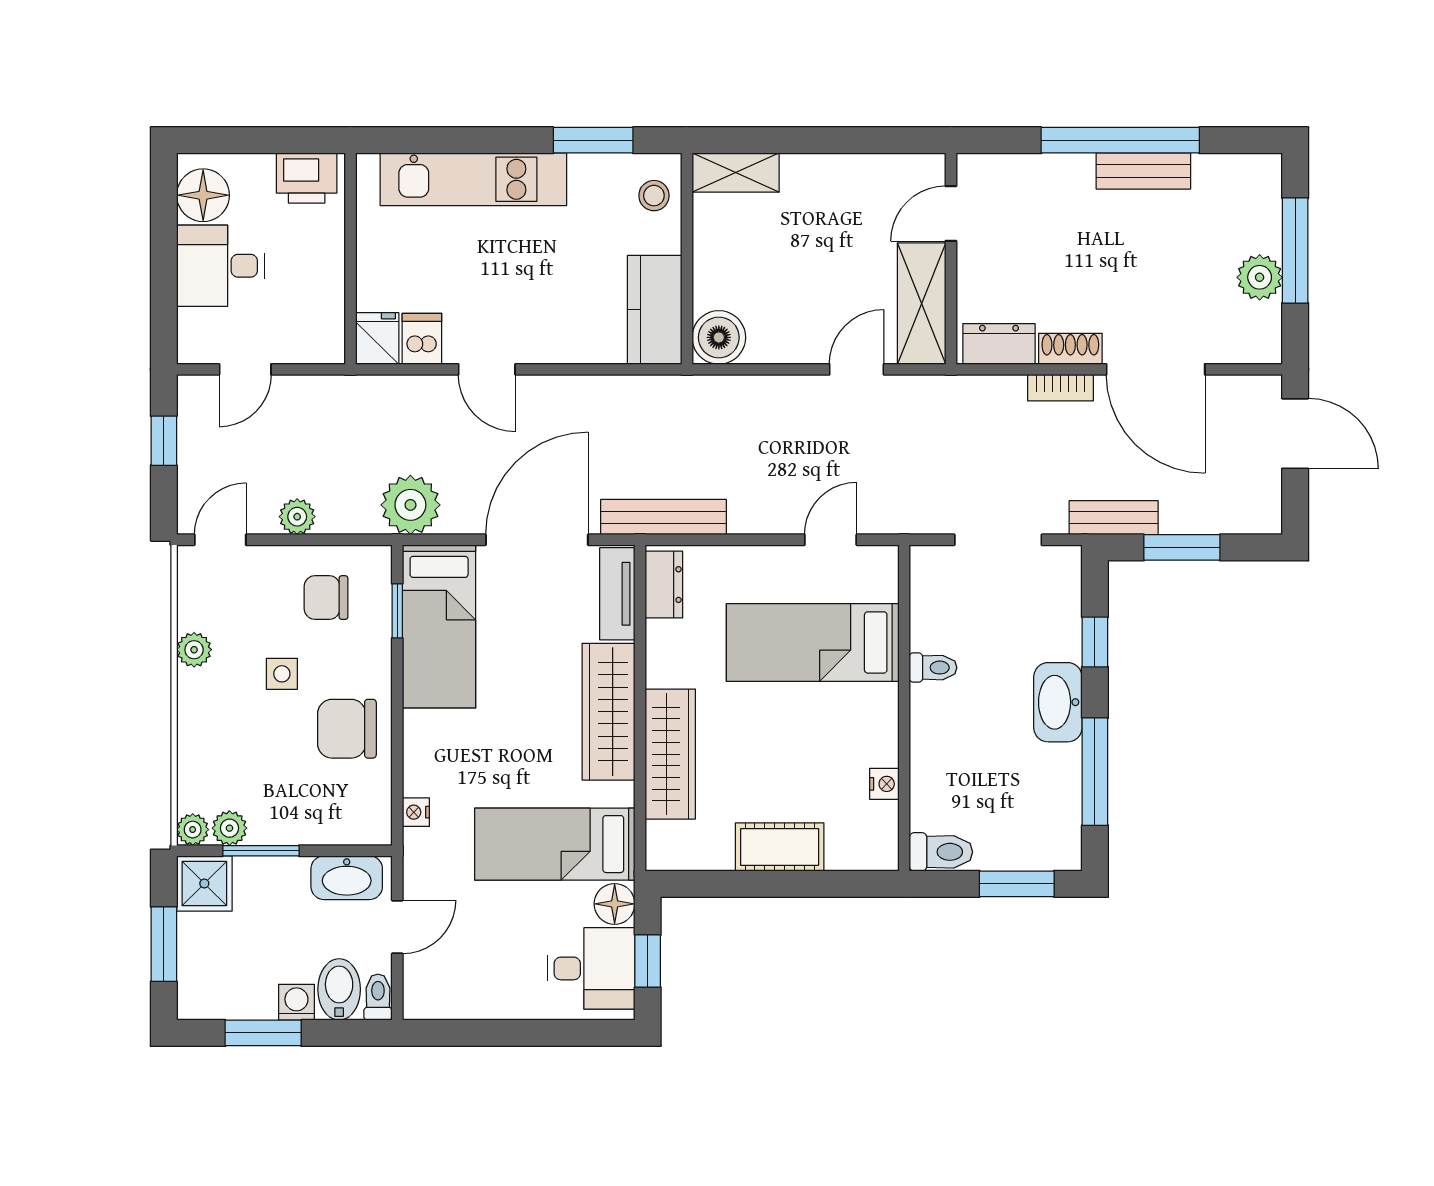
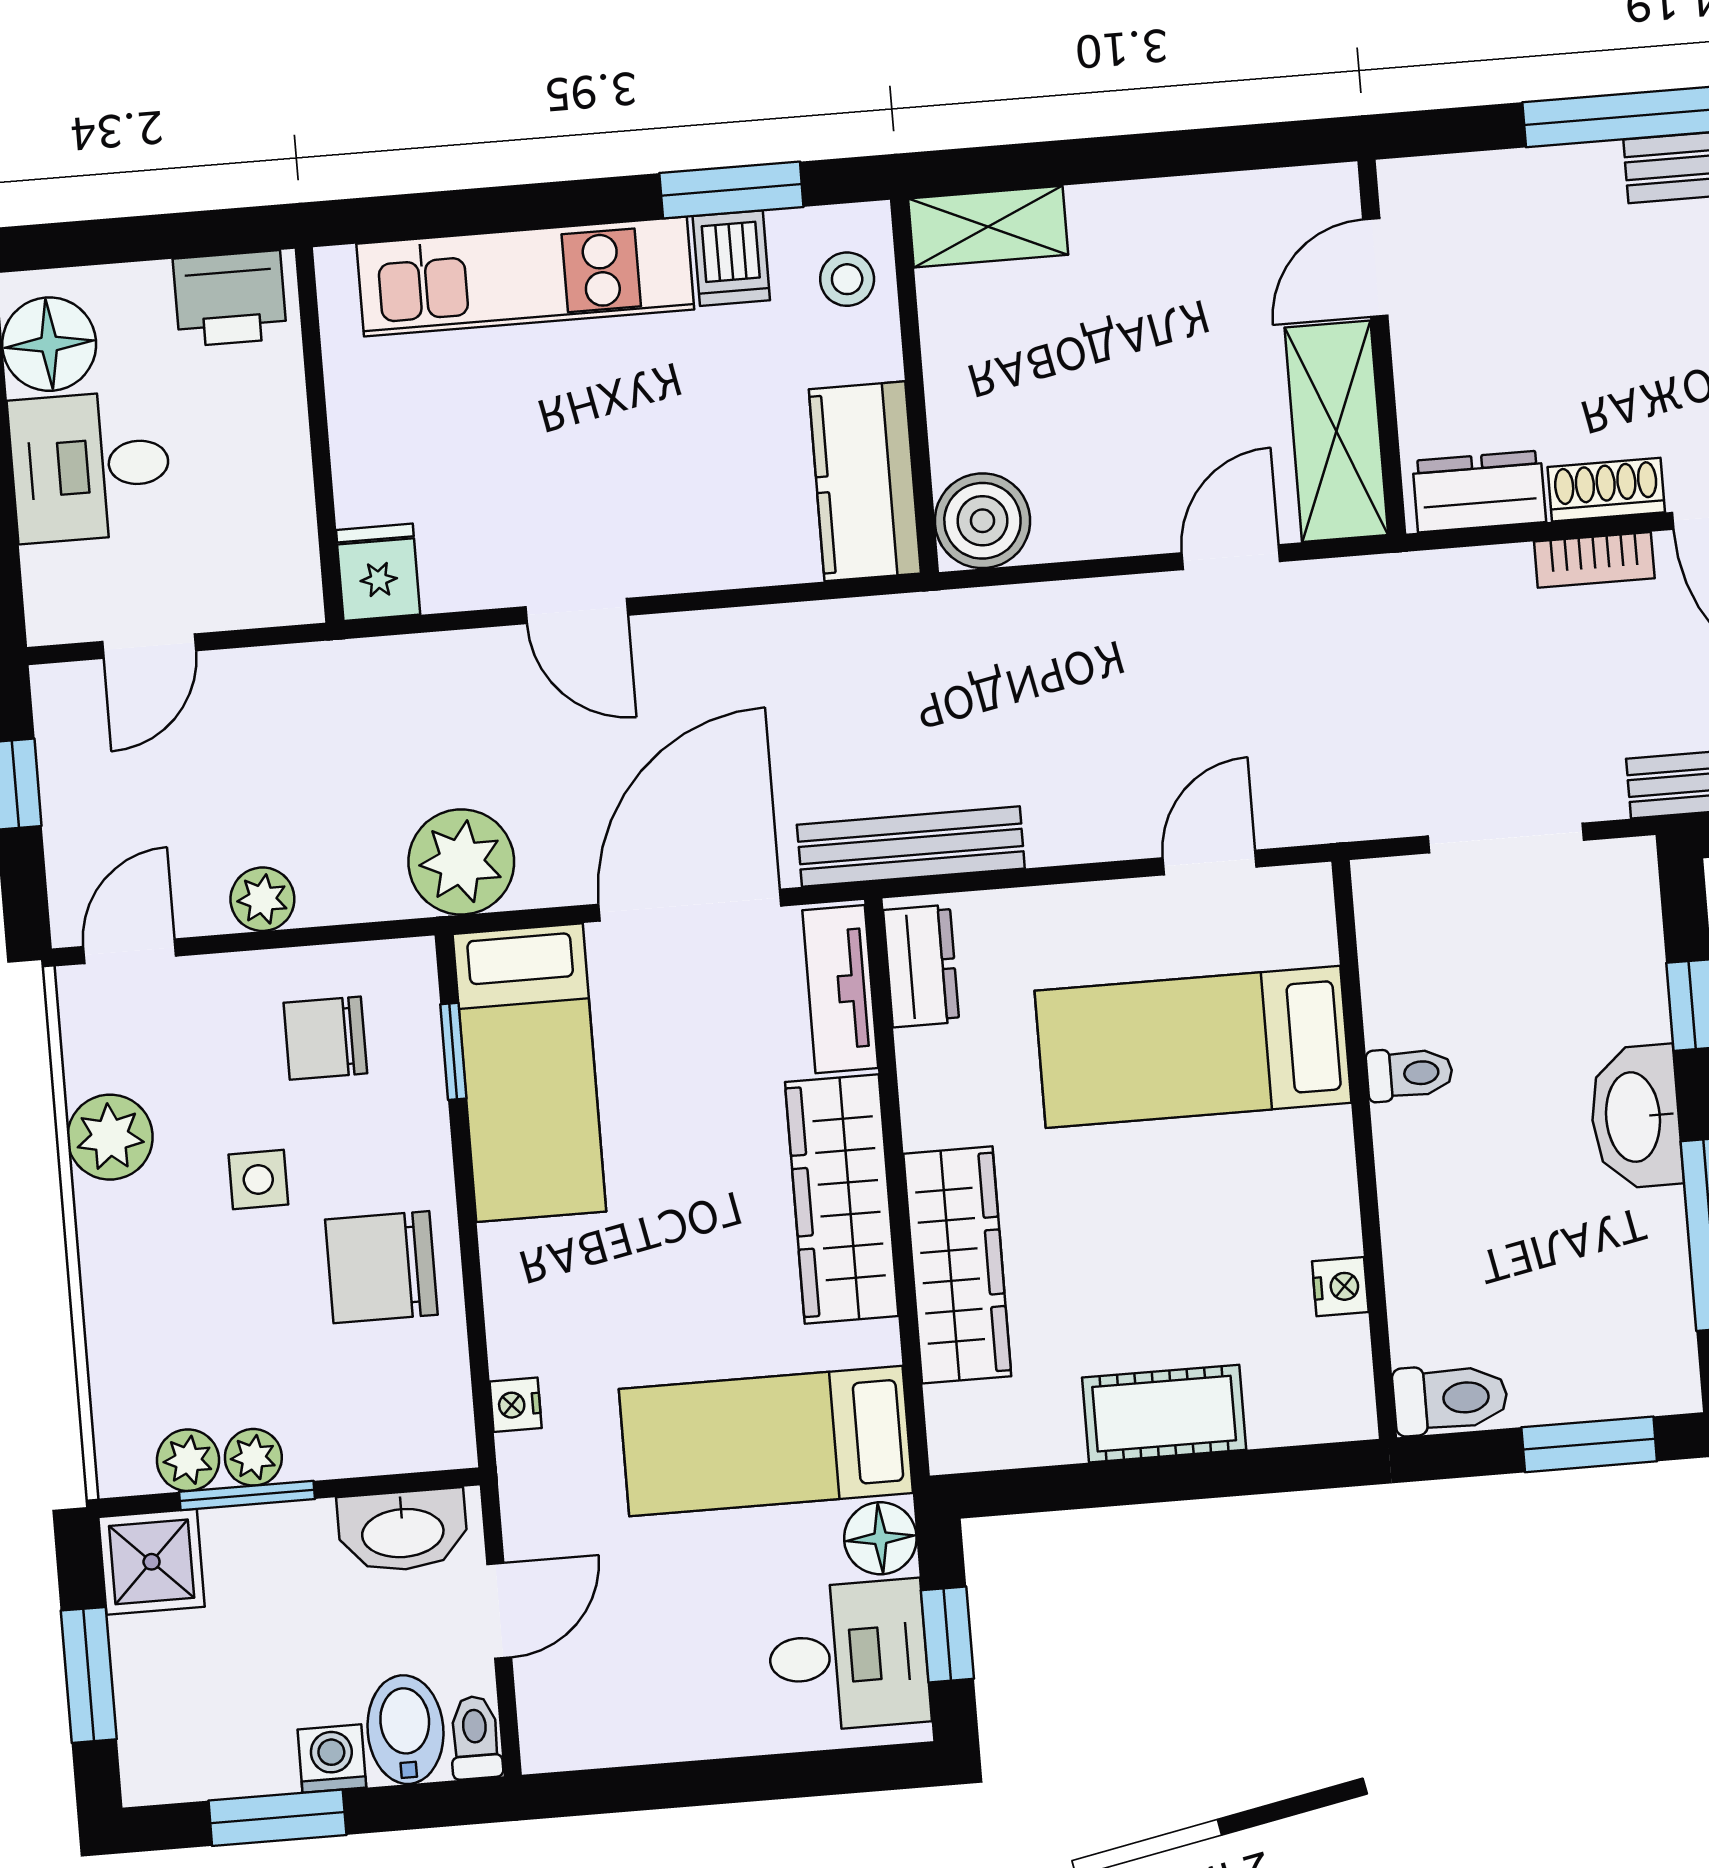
dishwasher: (422, 339) -> (731, 258), moved, turned 180
plant: (194, 650) -> (110, 1137), width x1.38, depth x1.38
plant: (193, 830) -> (253, 1457), moved

